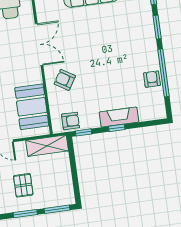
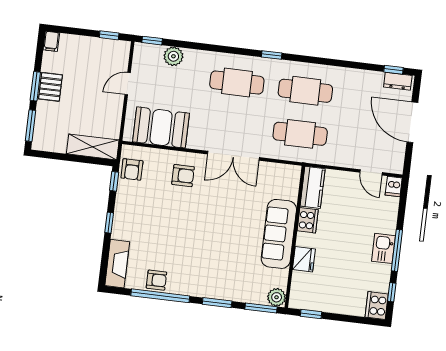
armchair: (65, 80) -> (183, 176), turned 58
fireplace: (119, 117) -> (117, 264), moved
shelving: (47, 146) -> (93, 147), moved, turned 90
pallet: (23, 185) -> (50, 87), moved, turned 90

